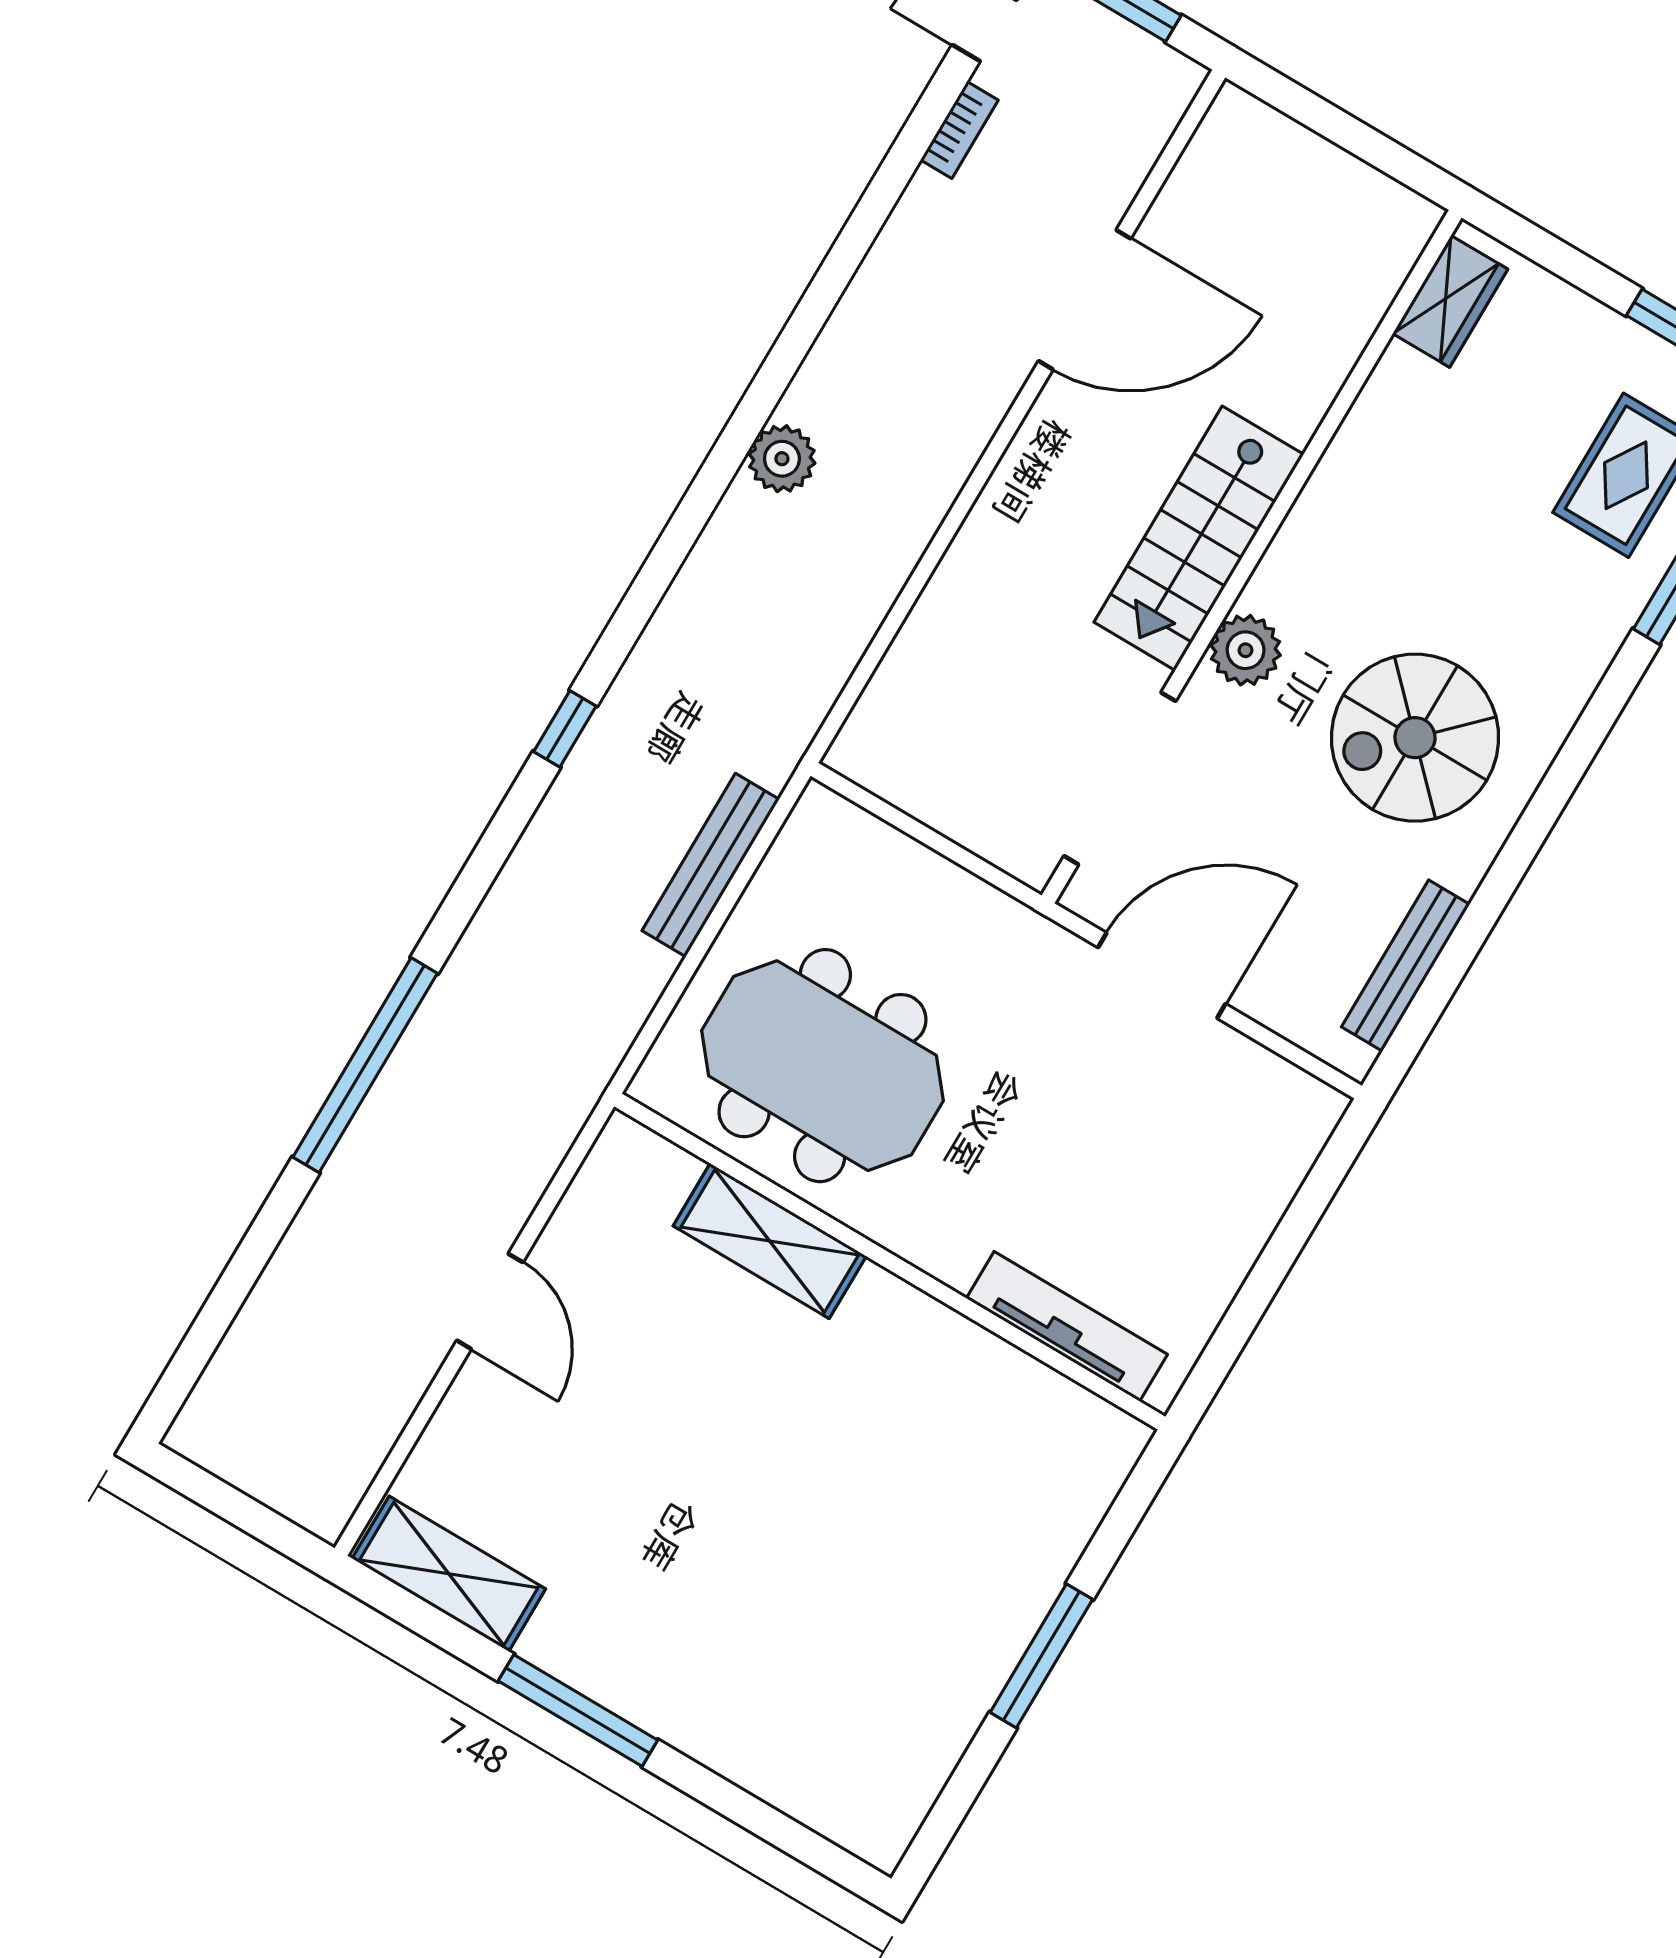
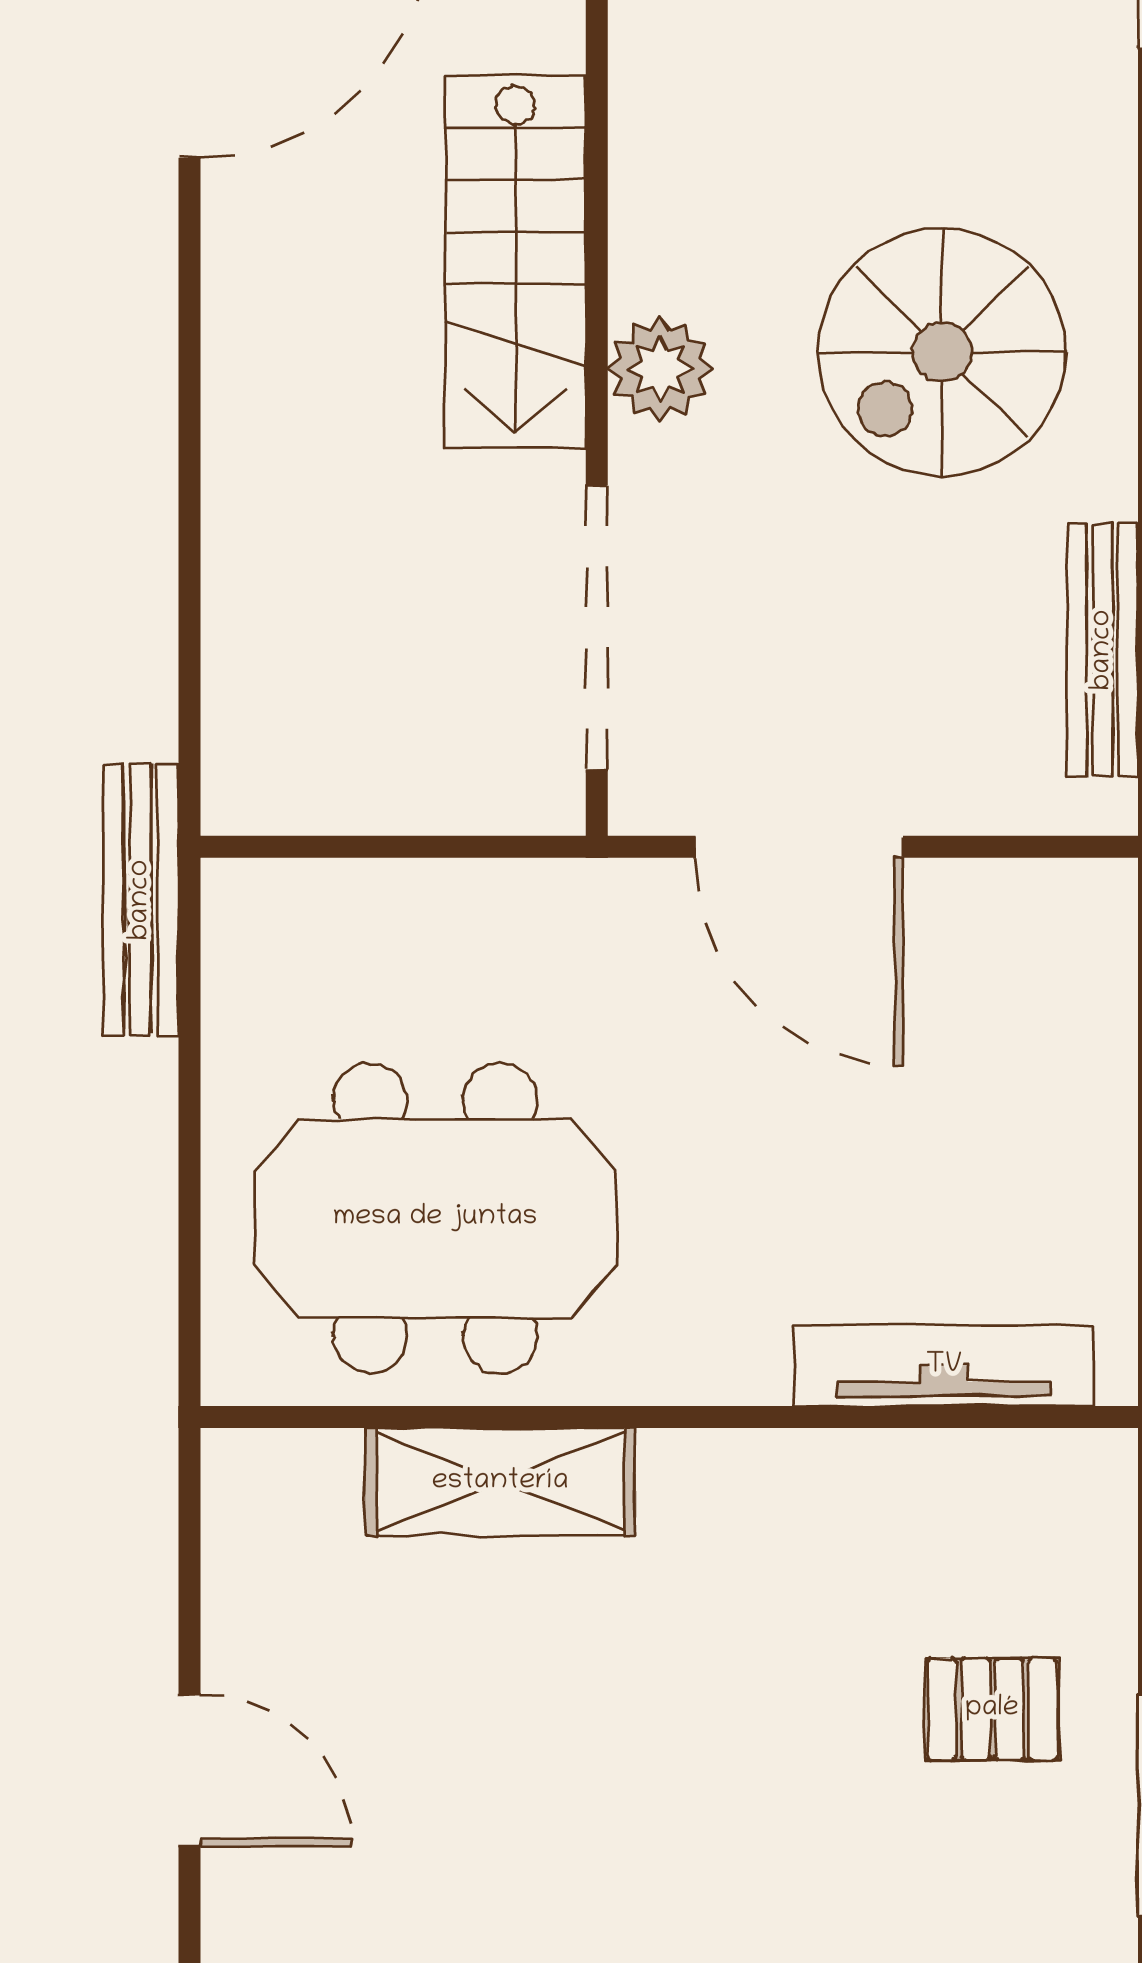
bench: (711, 865) -> (141, 900), moved
door: (1162, 976) -> (799, 847), swing flipped
pallet: (977, 1542) -> (992, 1709), added

